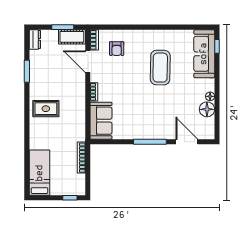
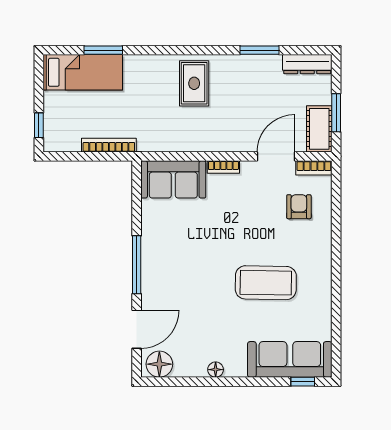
dresser: (35, 39) -> (307, 64), width x1.44
armchair: (117, 49) -> (299, 207), turned 90
floor lamp: (207, 109) -> (159, 364), moved
window: (27, 161) -> (103, 50), added

